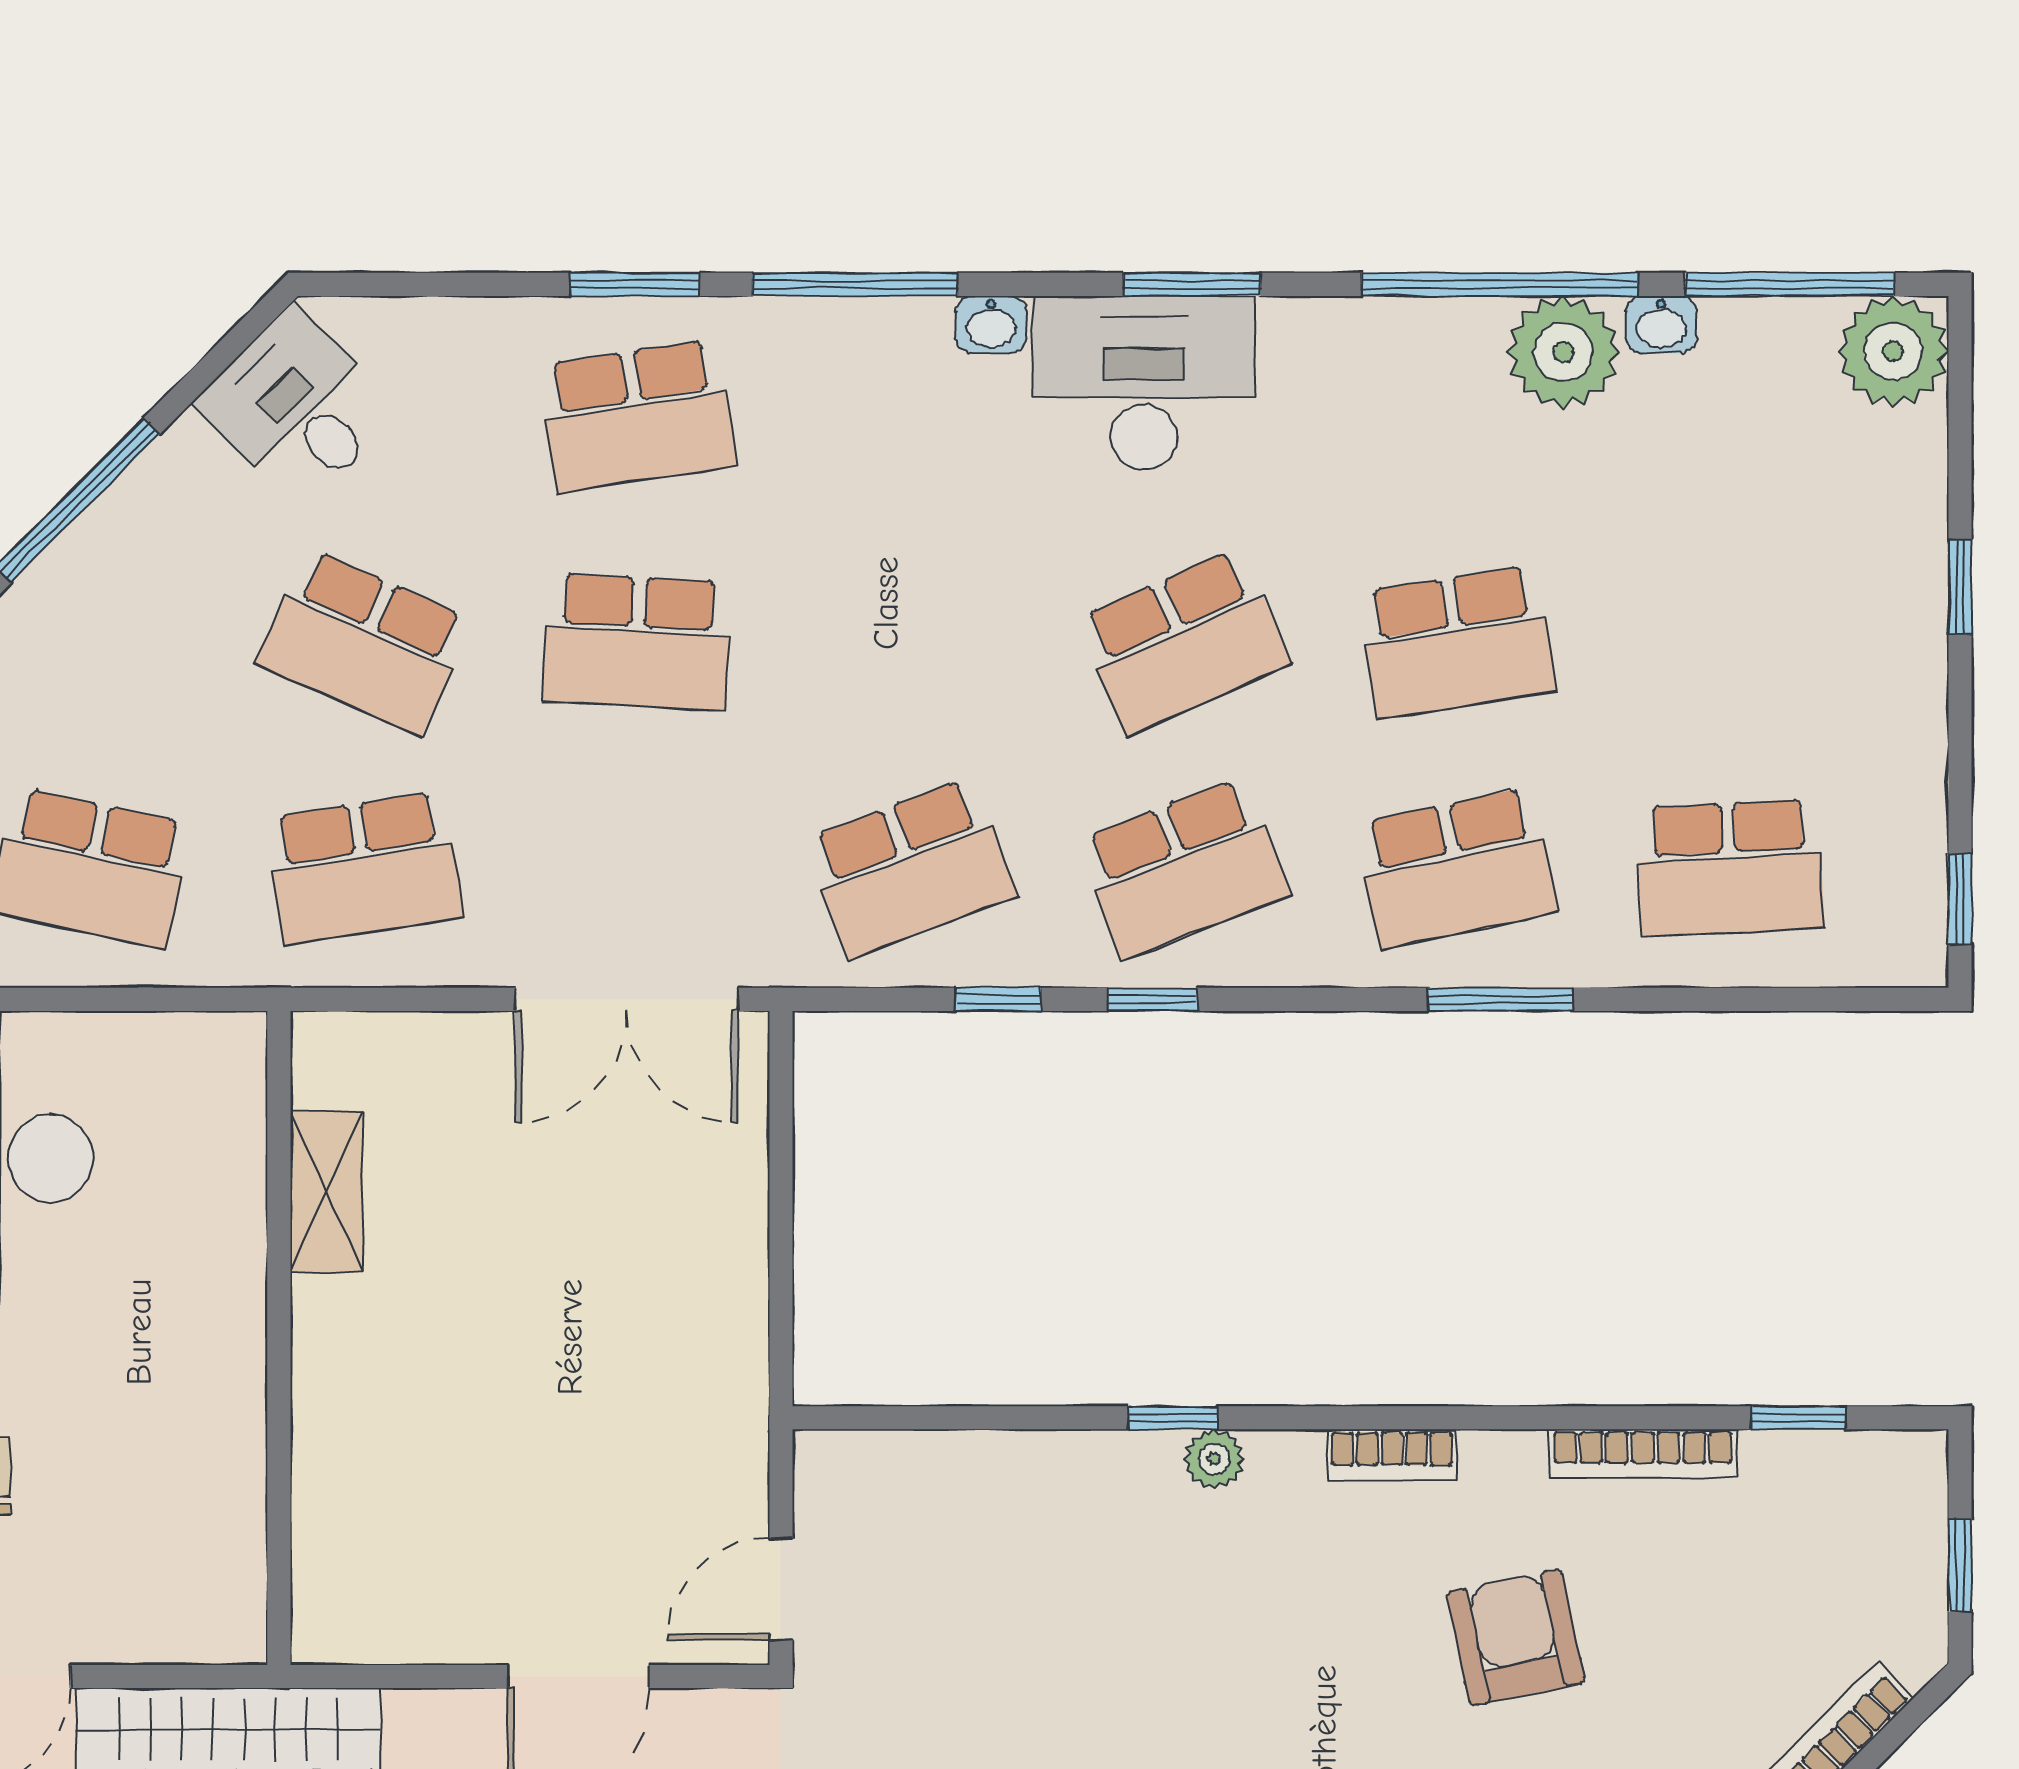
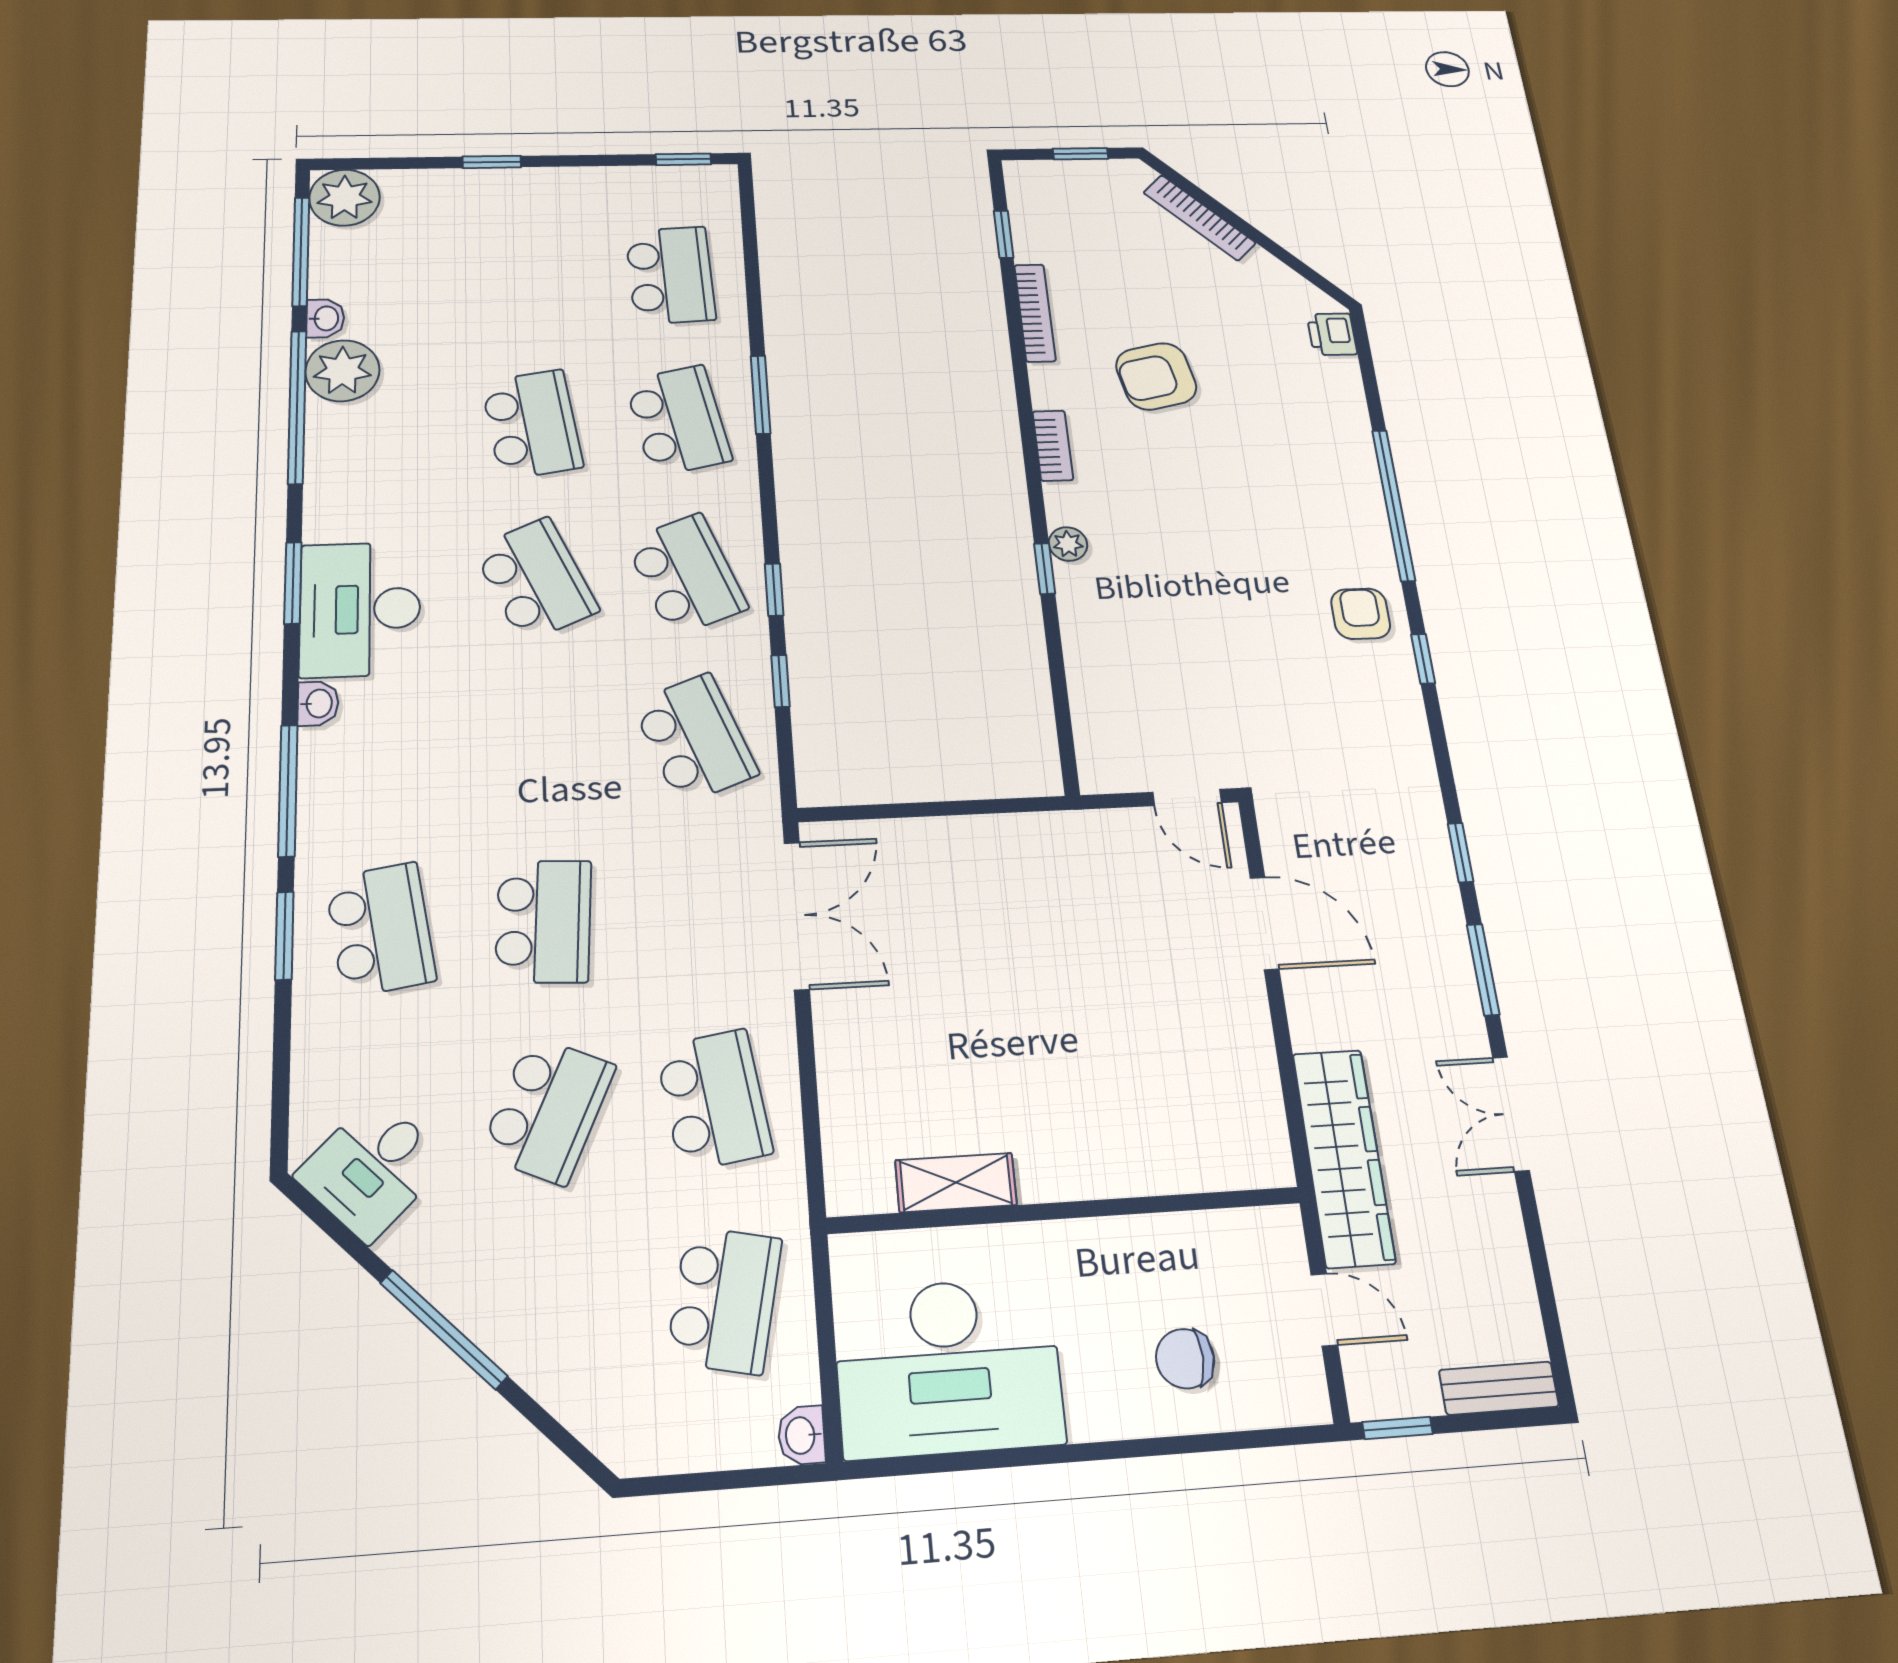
shelving: (327, 1191) -> (956, 1183), moved
wall: (279, 1338) -> (1065, 1210), moved

